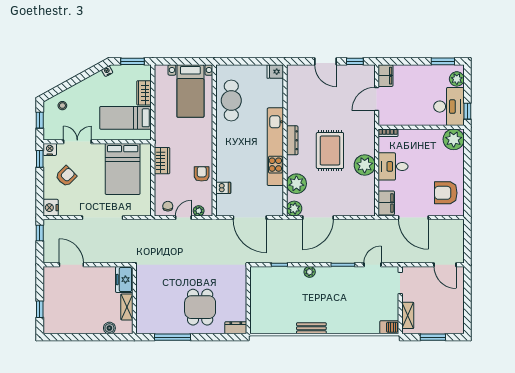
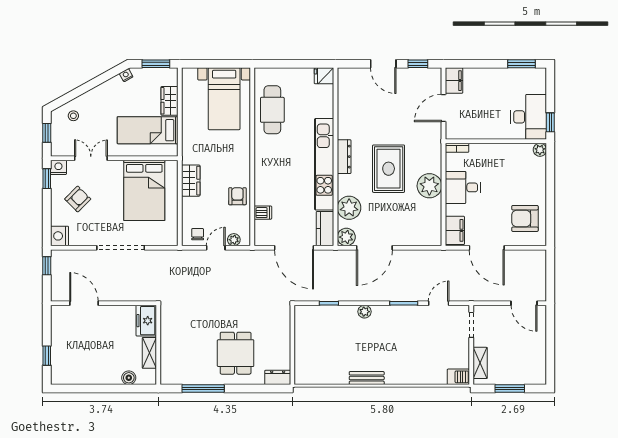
plant: (457, 79) -> (538, 84), removed
plant: (454, 139) -> (540, 150), width x0.53, depth x0.53
kitchen counter: (276, 201) -> (325, 229), added

